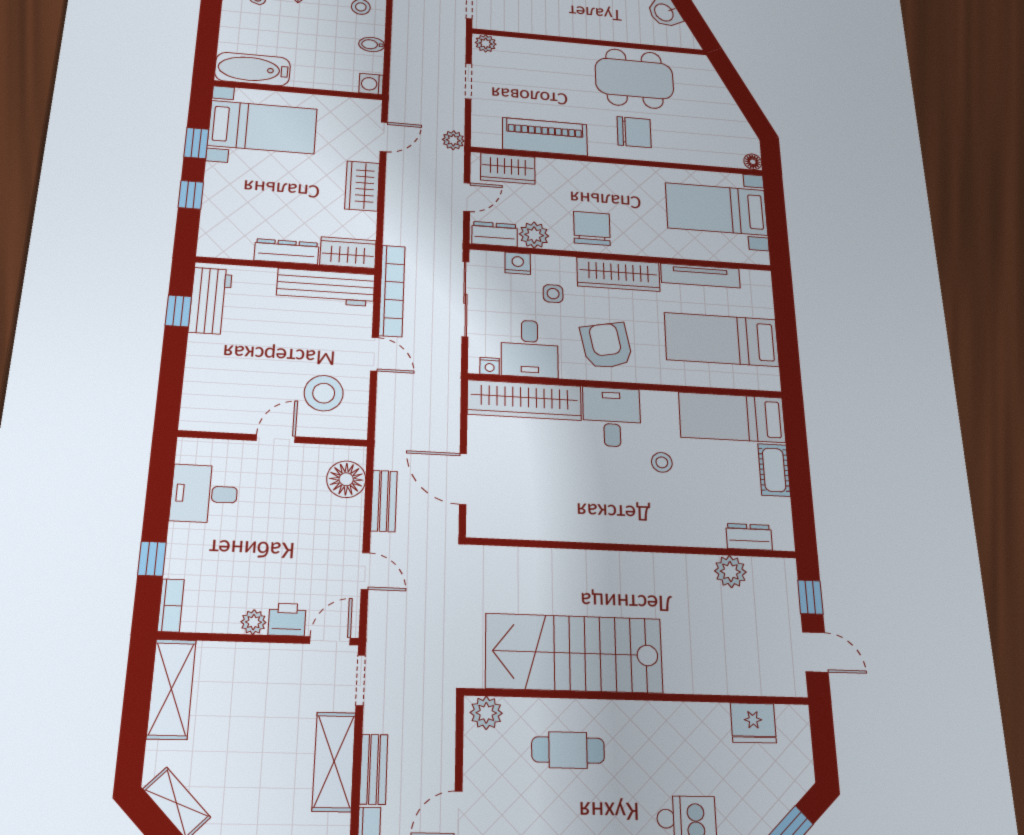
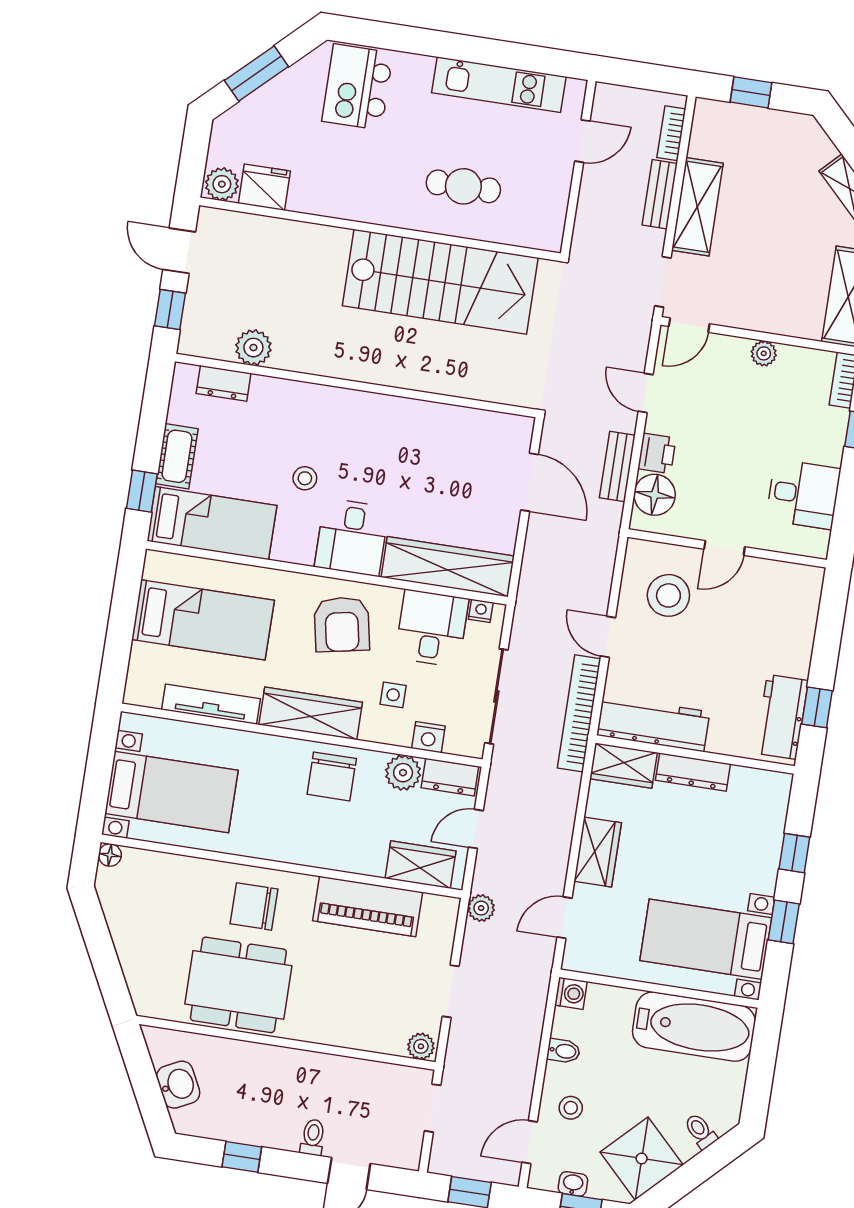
bathtub: (253, 69) -> (694, 1027), width x1.36, depth x1.36
window: (796, 438) -> (142, 491), added
printer: (287, 619) -> (657, 453), moved, turned -90
plant: (486, 713) -> (222, 184), moved

